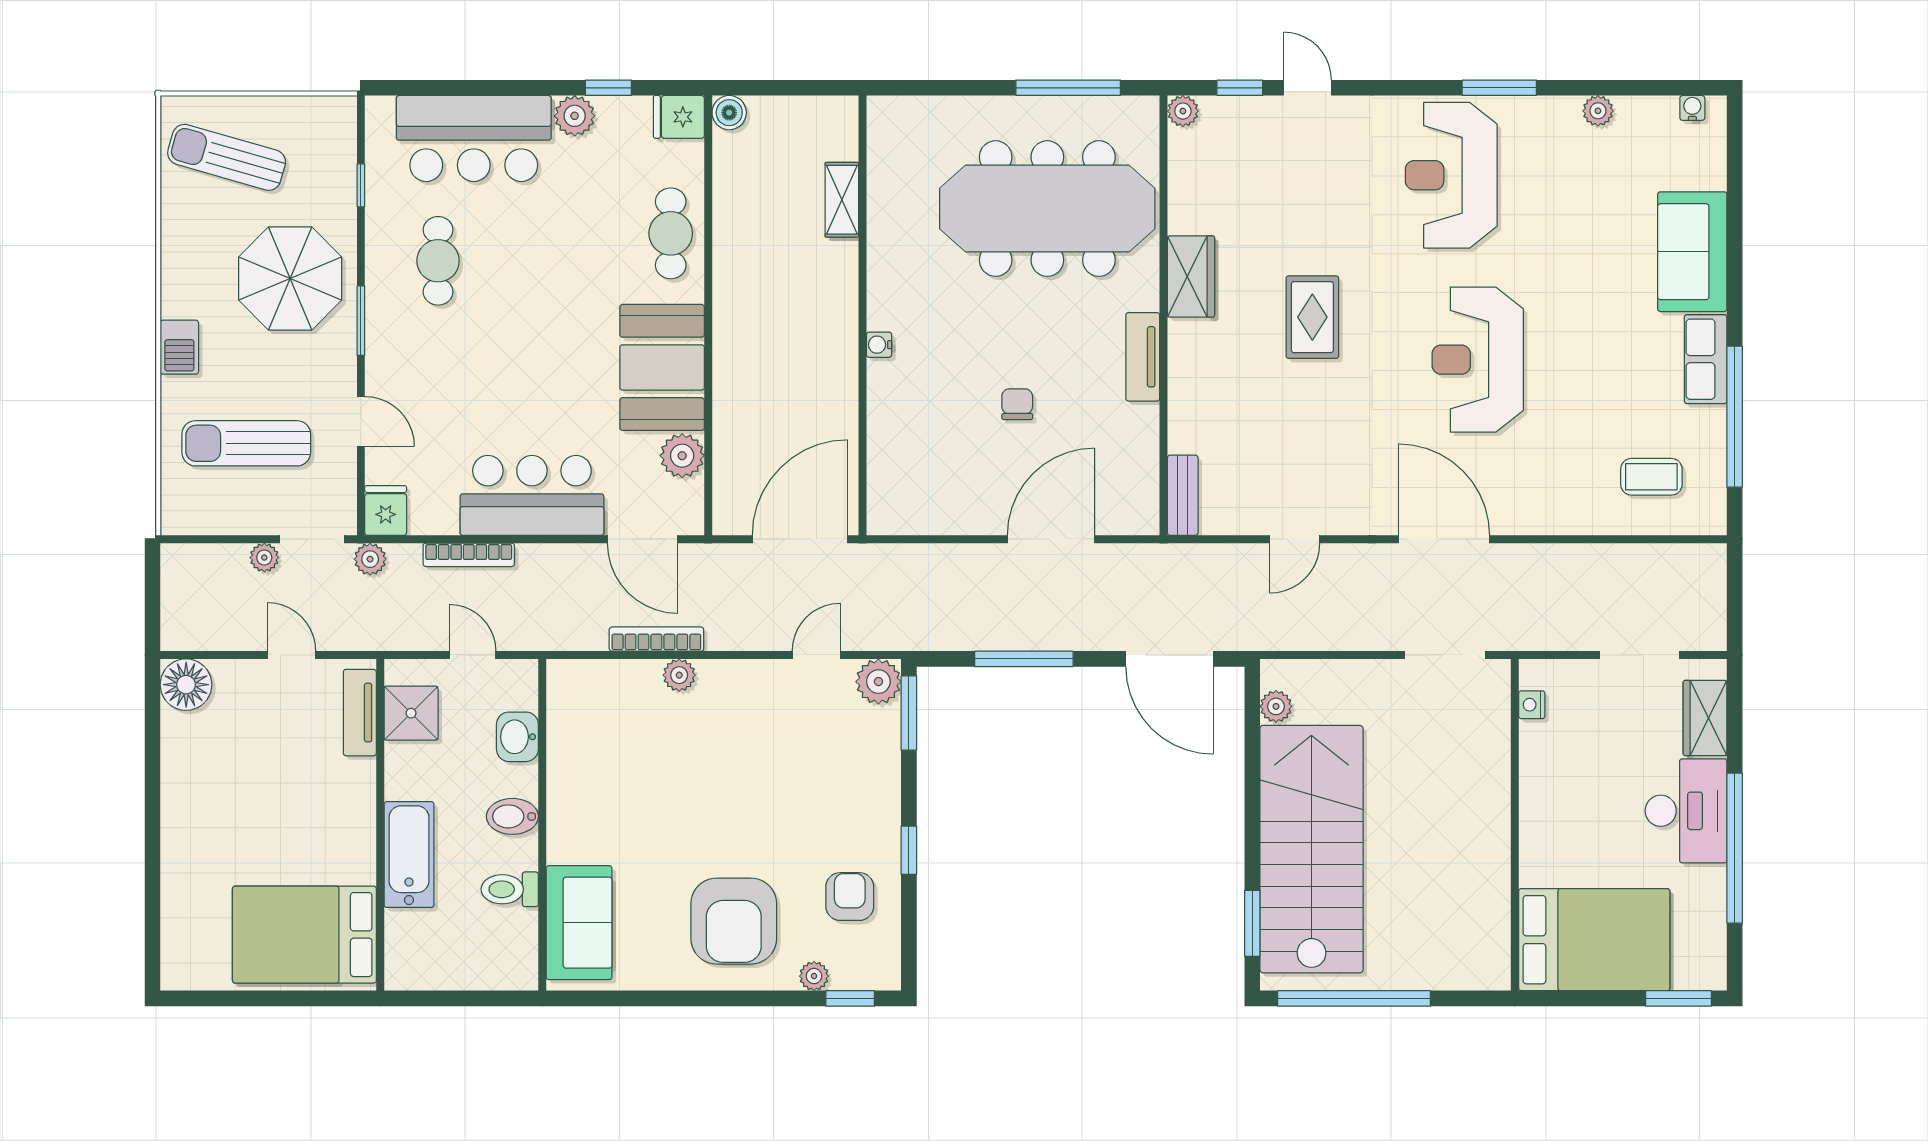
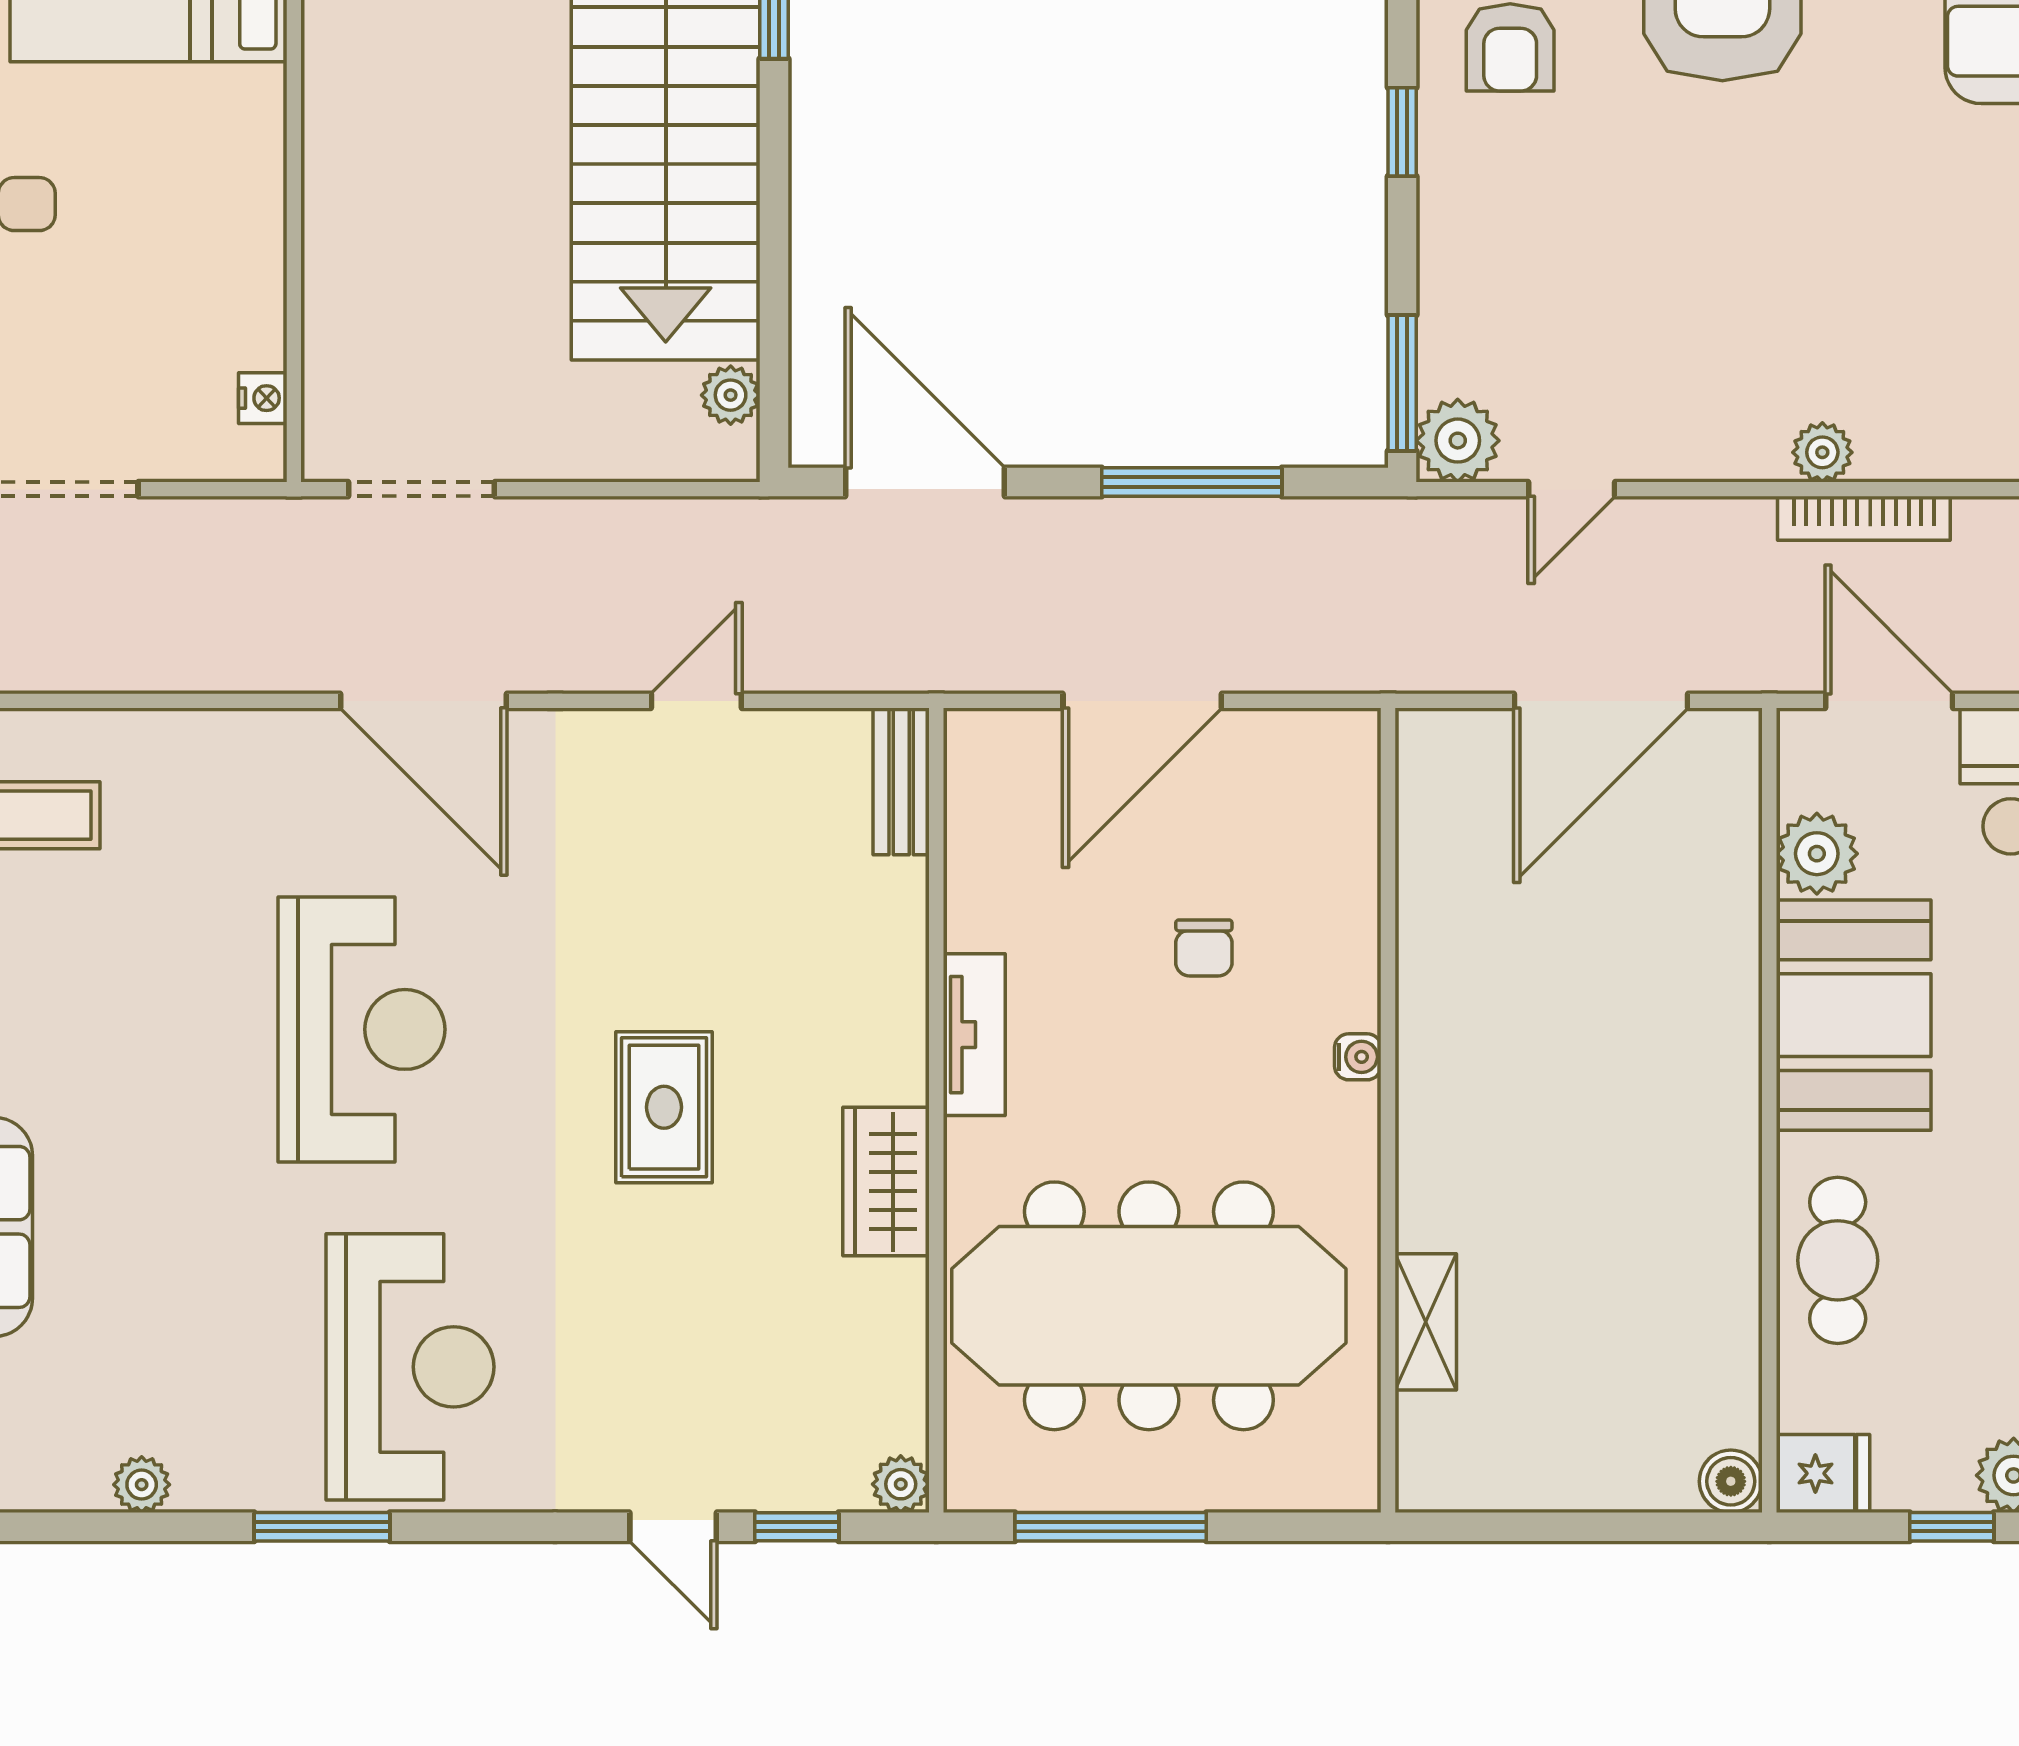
shelving: (842, 200) -> (1426, 1322), moved
wall: (863, 315) -> (1388, 1110), moved
water cooler: (879, 345) -> (1358, 1057), moved

